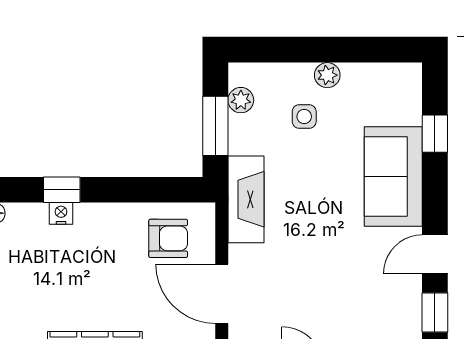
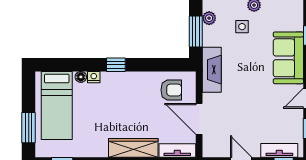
nightstand: (61, 213) -> (94, 77), moved

